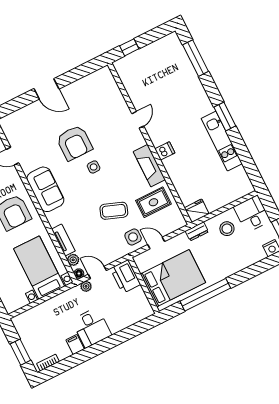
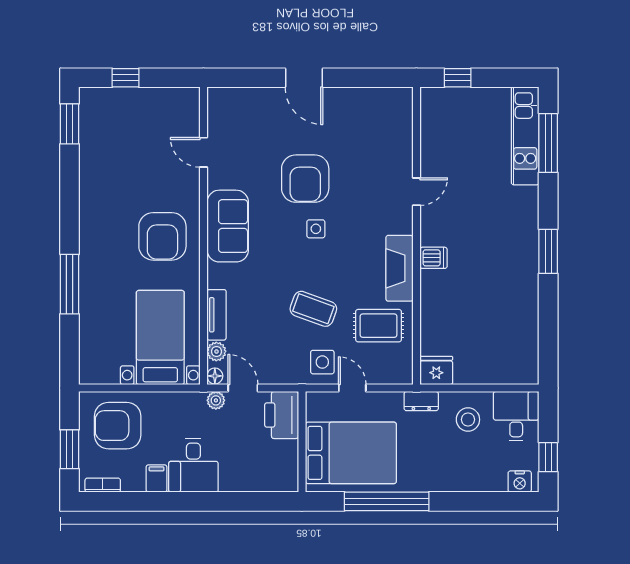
kitchen unit: (222, 141) -> (525, 136), moved
armchair: (40, 326) -> (118, 426), added

